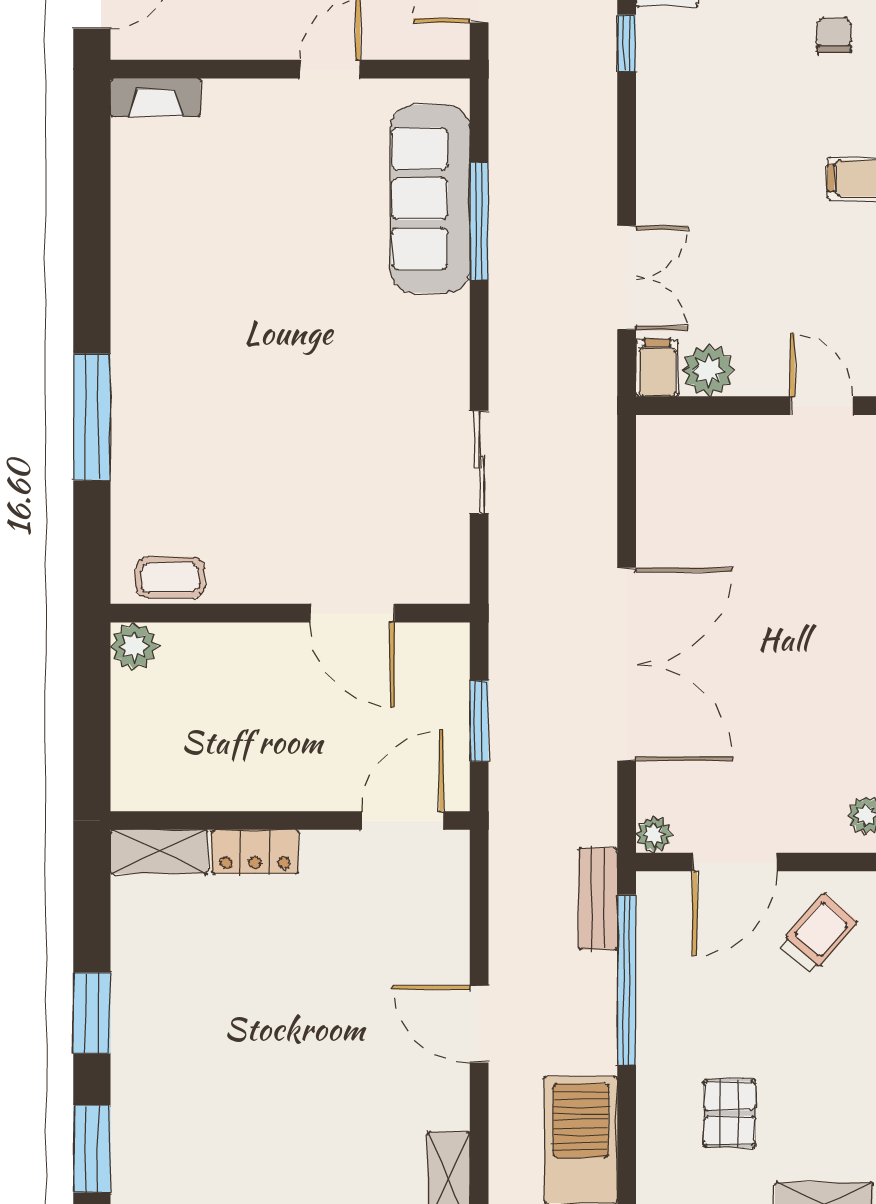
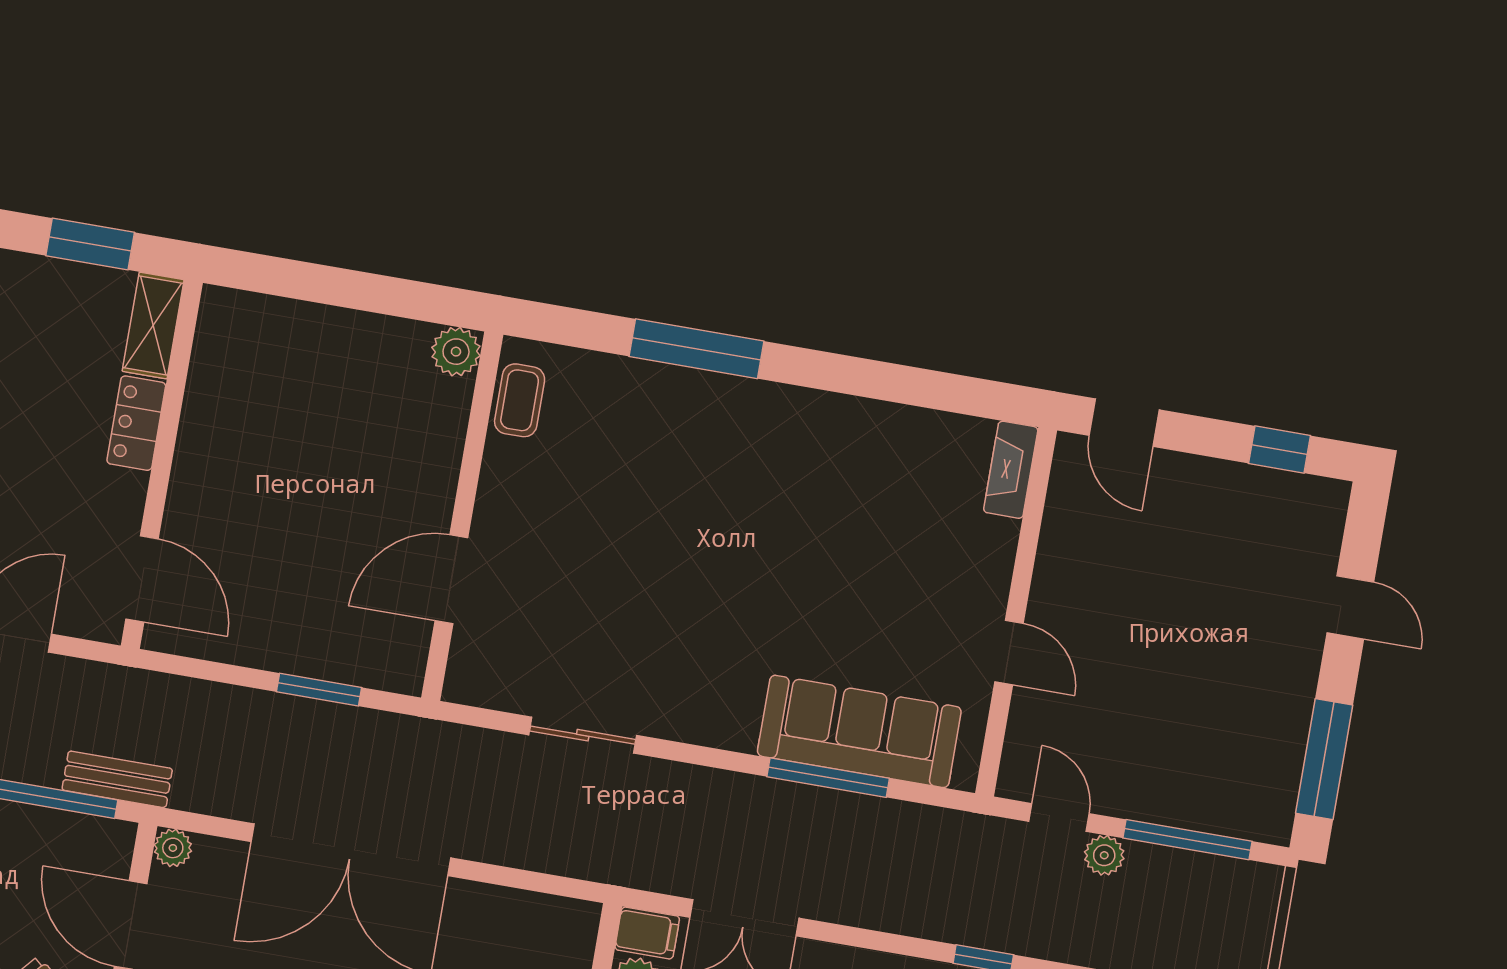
wall: (290, 821) -> (162, 464), moved
door: (403, 821) -> (142, 579), moved
shelving: (159, 852) -> (153, 325), moved
locker: (255, 852) -> (136, 423), moved

